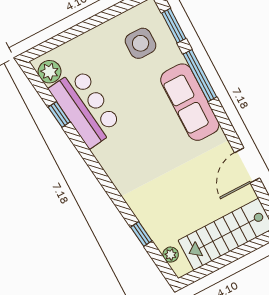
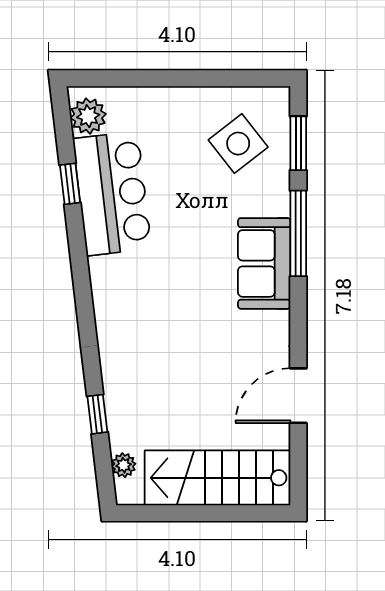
side table: (141, 43) -> (238, 144), turned -38
sofa: (190, 102) -> (264, 263), width x0.73

